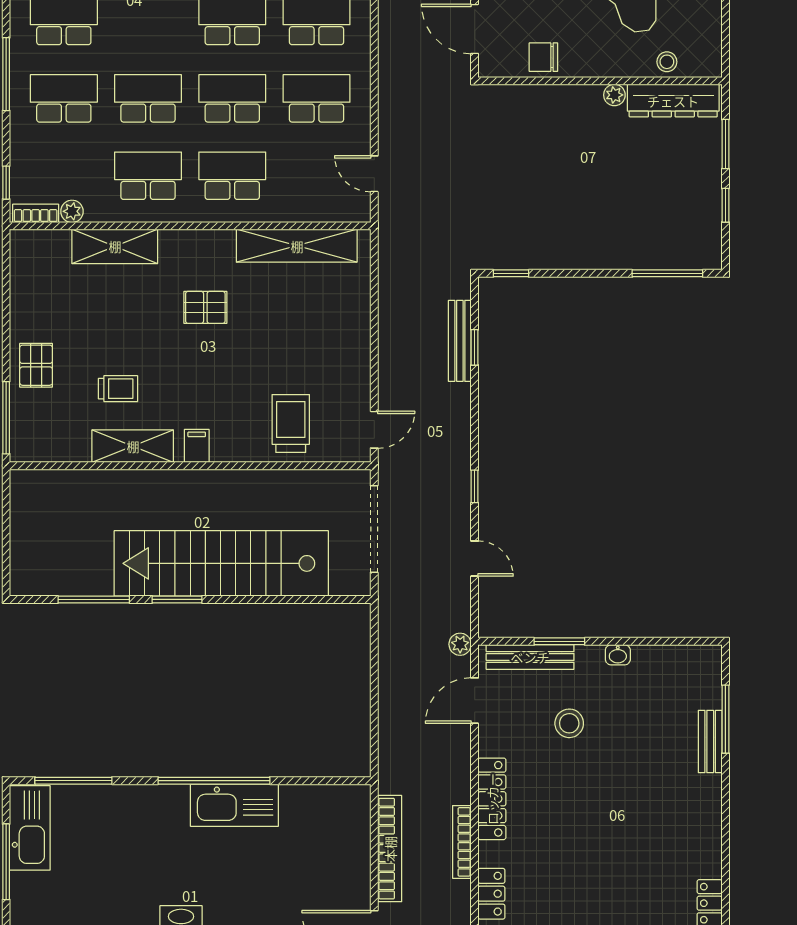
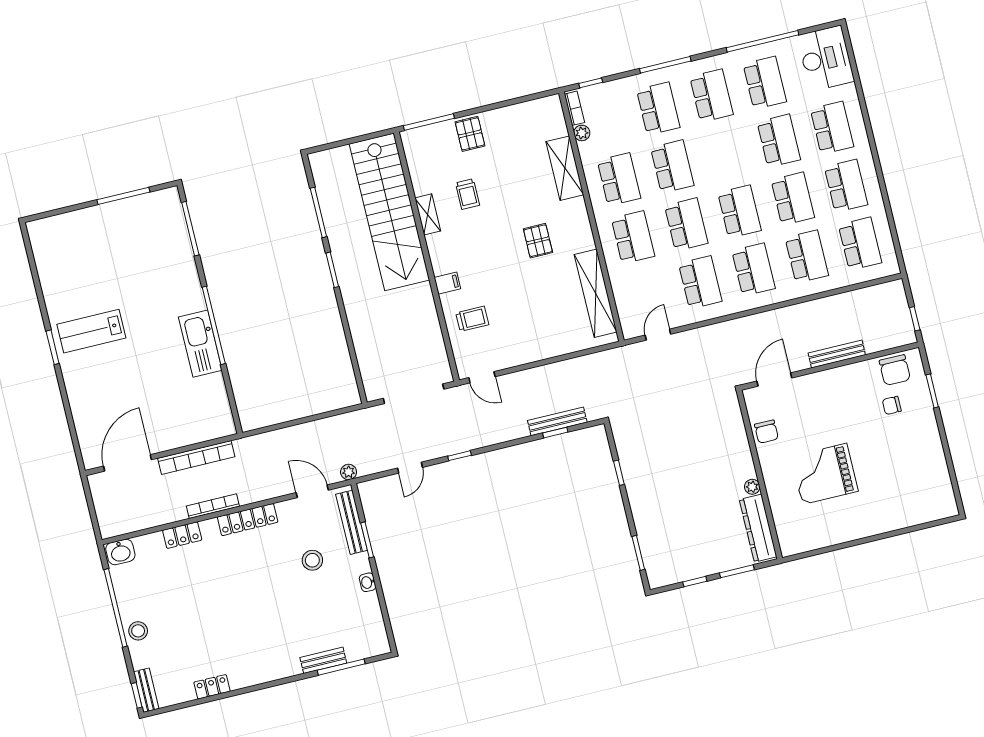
chair: (543, 57) -> (766, 432), turned 180
stool: (667, 62) -> (784, 517), removed
window: (511, 273) -> (619, 473), moved
window: (667, 273) -> (638, 553), width x0.69
pallet: (36, 365) -> (470, 134), turned 90
trolley: (291, 424) -> (472, 319), width x0.73, depth x0.72
shelving: (133, 446) -> (428, 214), width x0.67, depth x0.75
filing cabinet: (197, 446) -> (447, 283), moved
stairs: (221, 563) -> (389, 212), moved, turned 180
kitchen sink: (30, 828) -> (151, 207), removed

